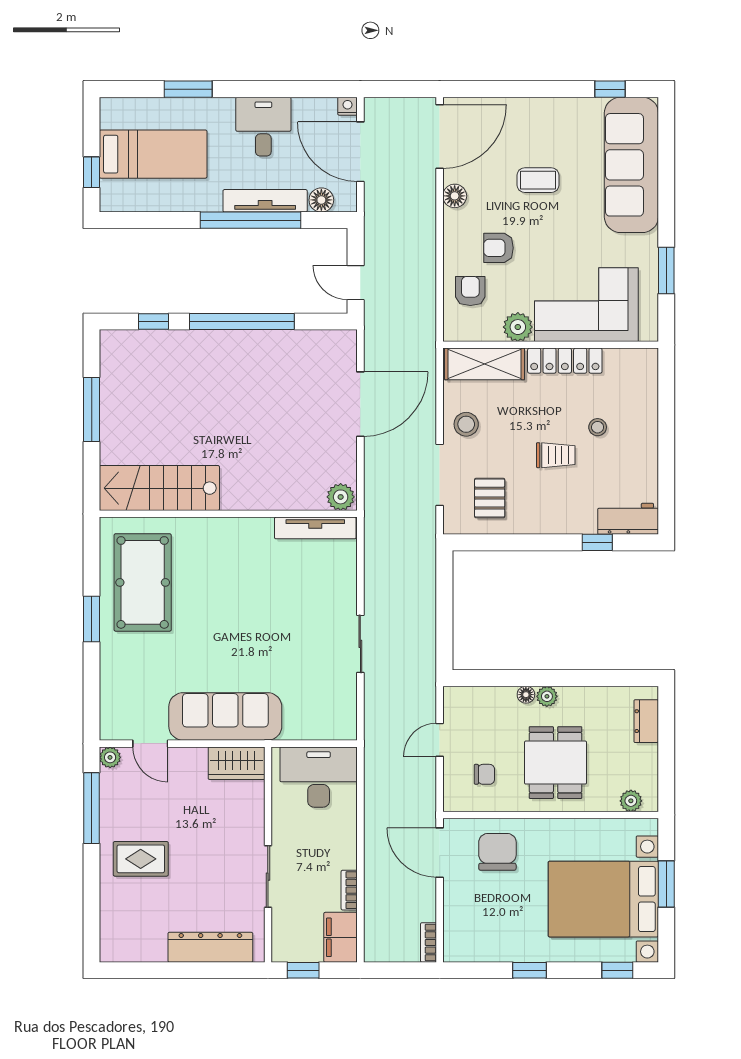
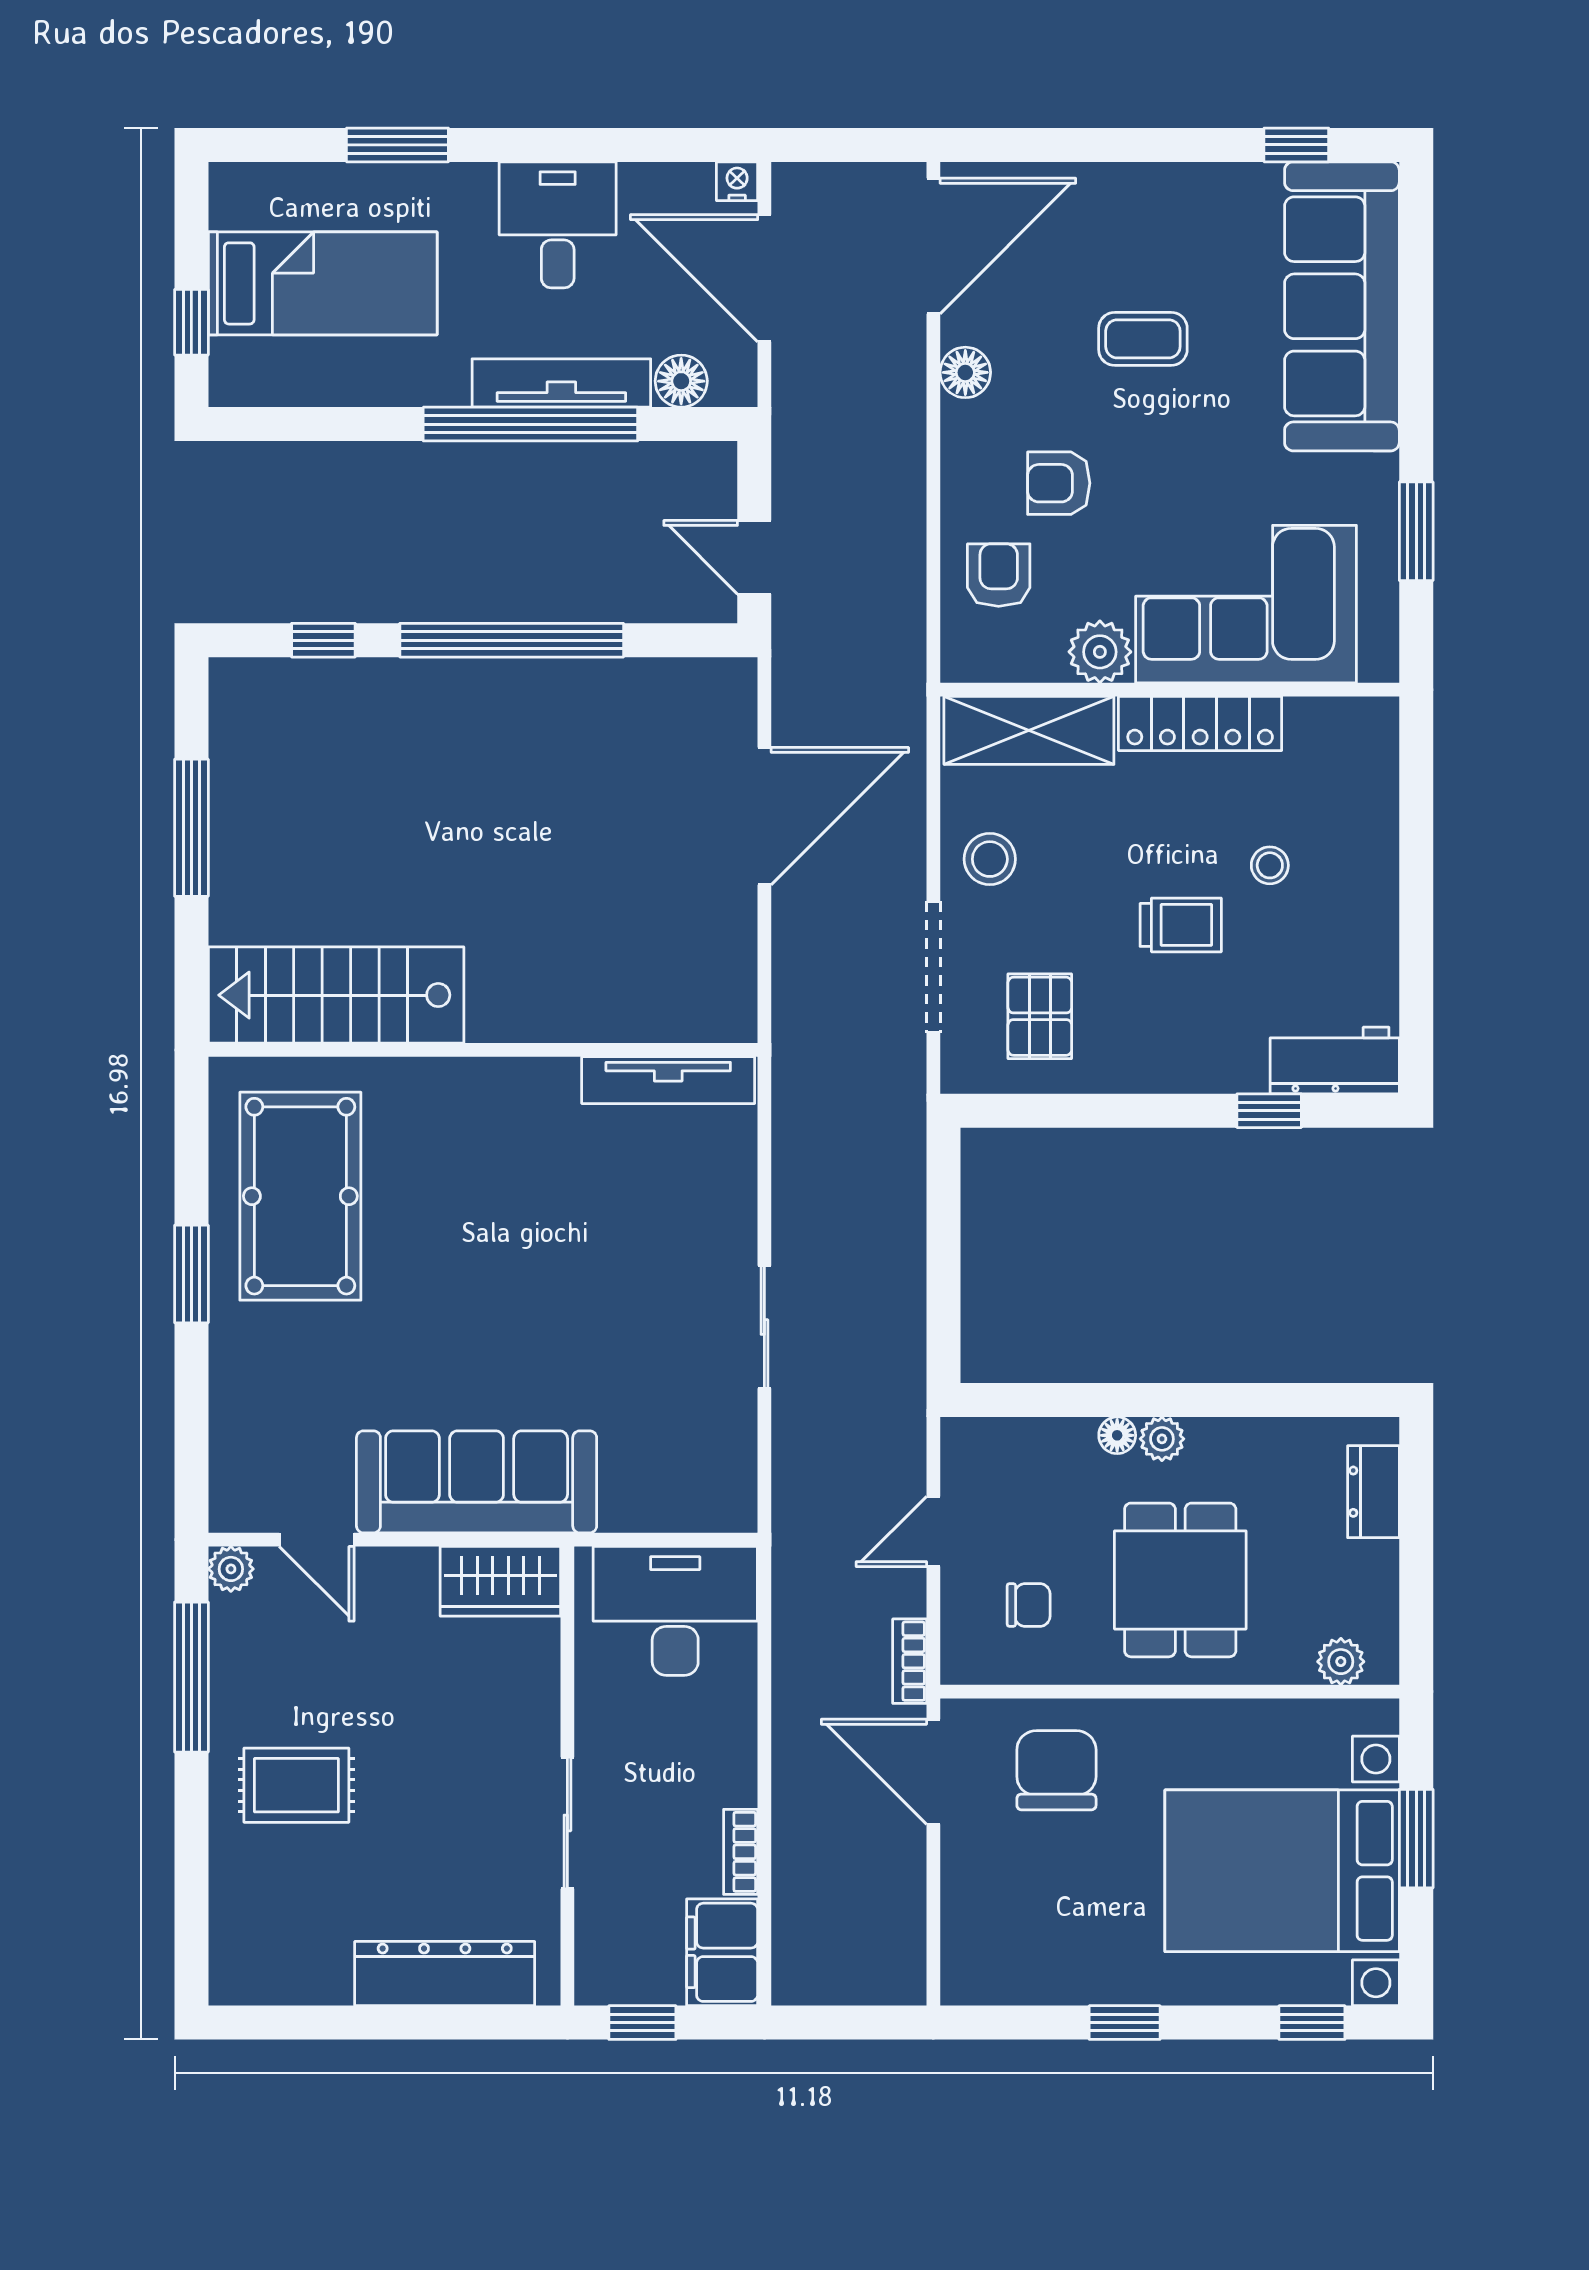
plant: (341, 497) -> (722, 1014), removed
bookcase: (429, 942) -> (910, 1661), moved

